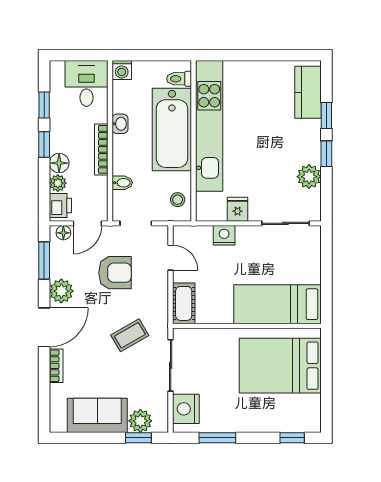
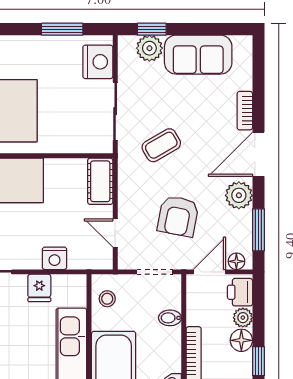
armchair: (115, 273) -> (178, 216), turned -79

